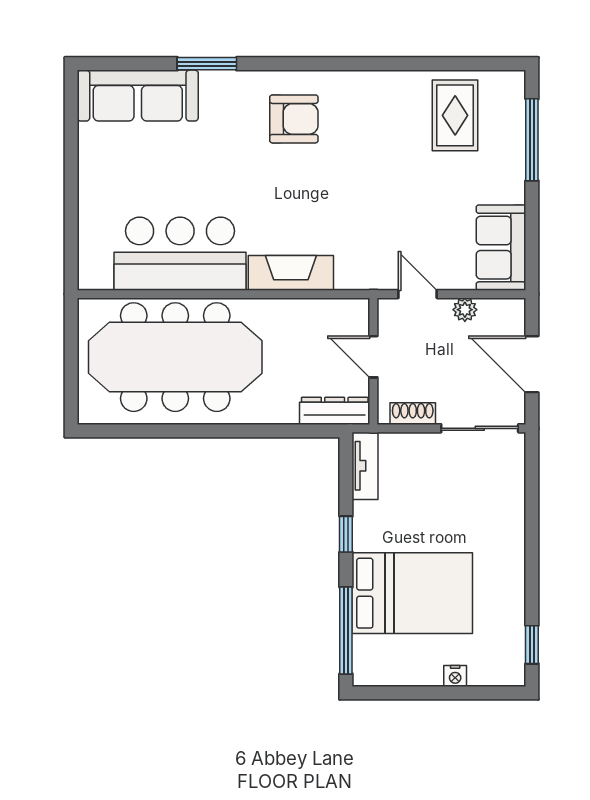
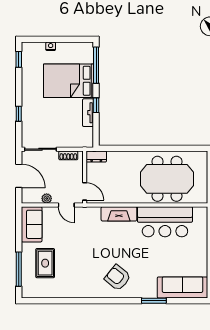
rug: (455, 115) -> (45, 263), moved
armchair: (294, 119) -> (118, 278), turned 39
meeting table: (175, 357) -> (167, 179), width x0.73
door: (373, 357) -> (85, 191), moved
dresser: (335, 411) -> (96, 156), width x0.70
tv unit: (365, 466) -> (88, 113), moved
window: (532, 514) -> (19, 114), added

